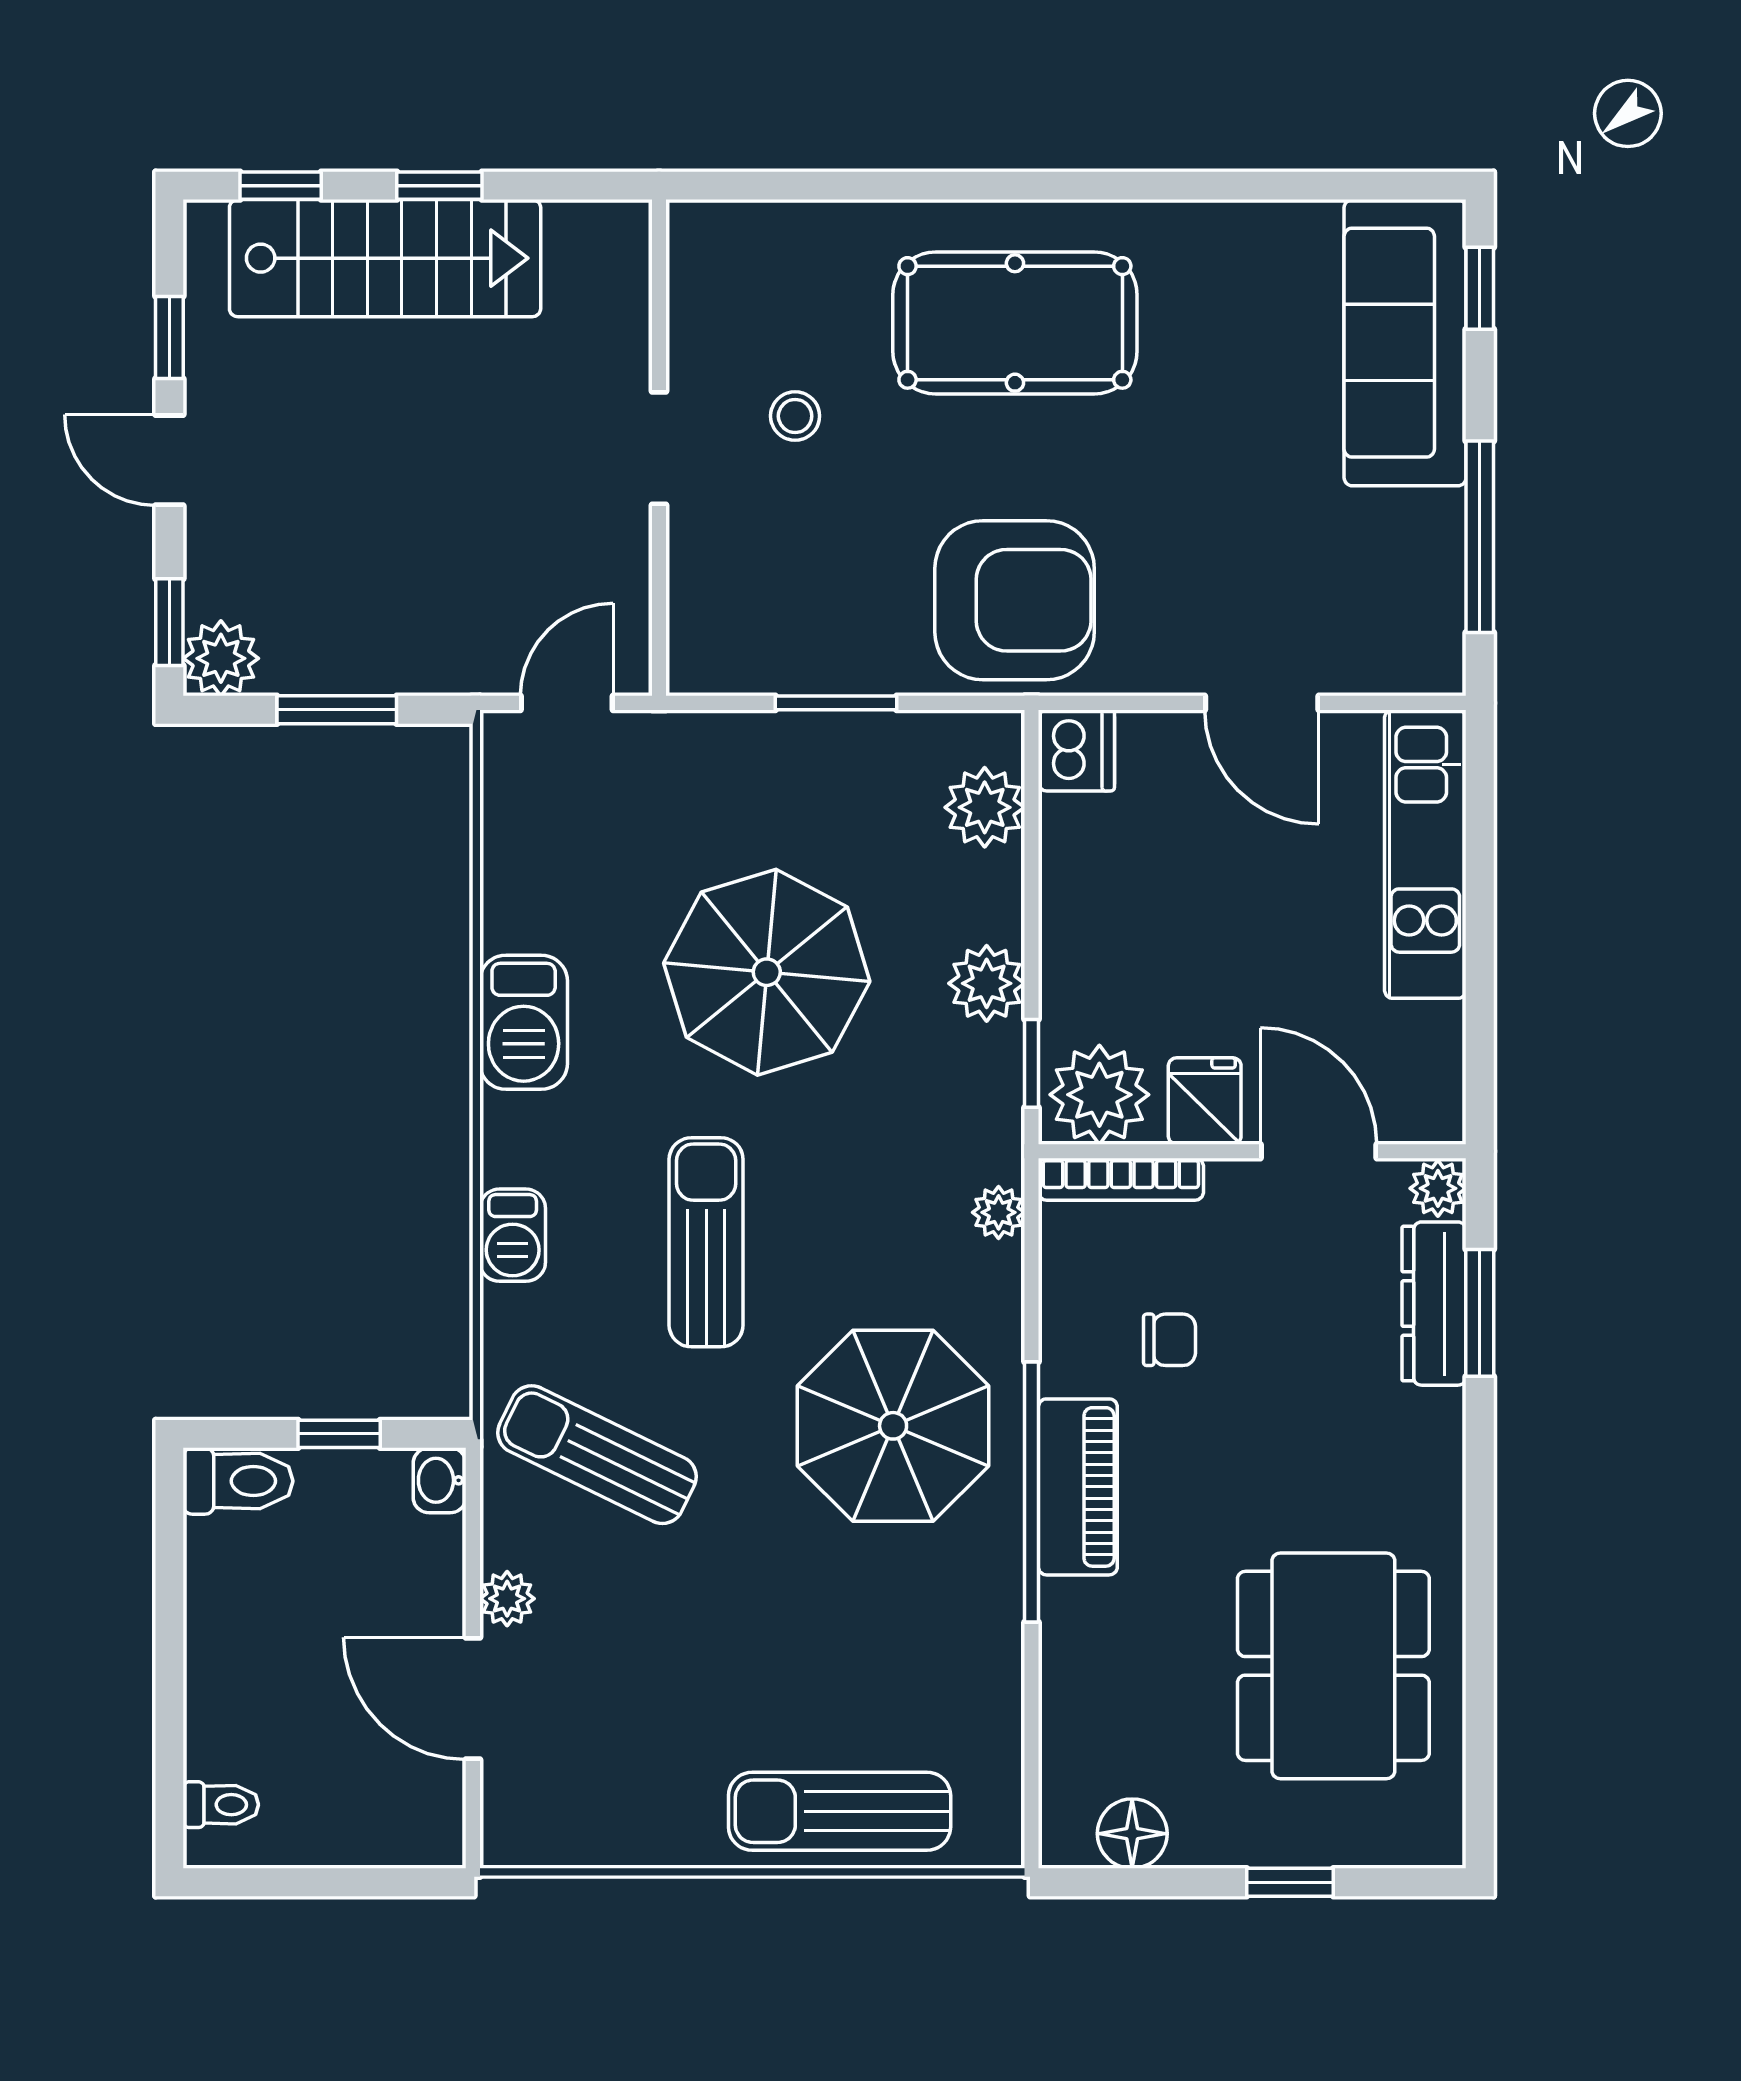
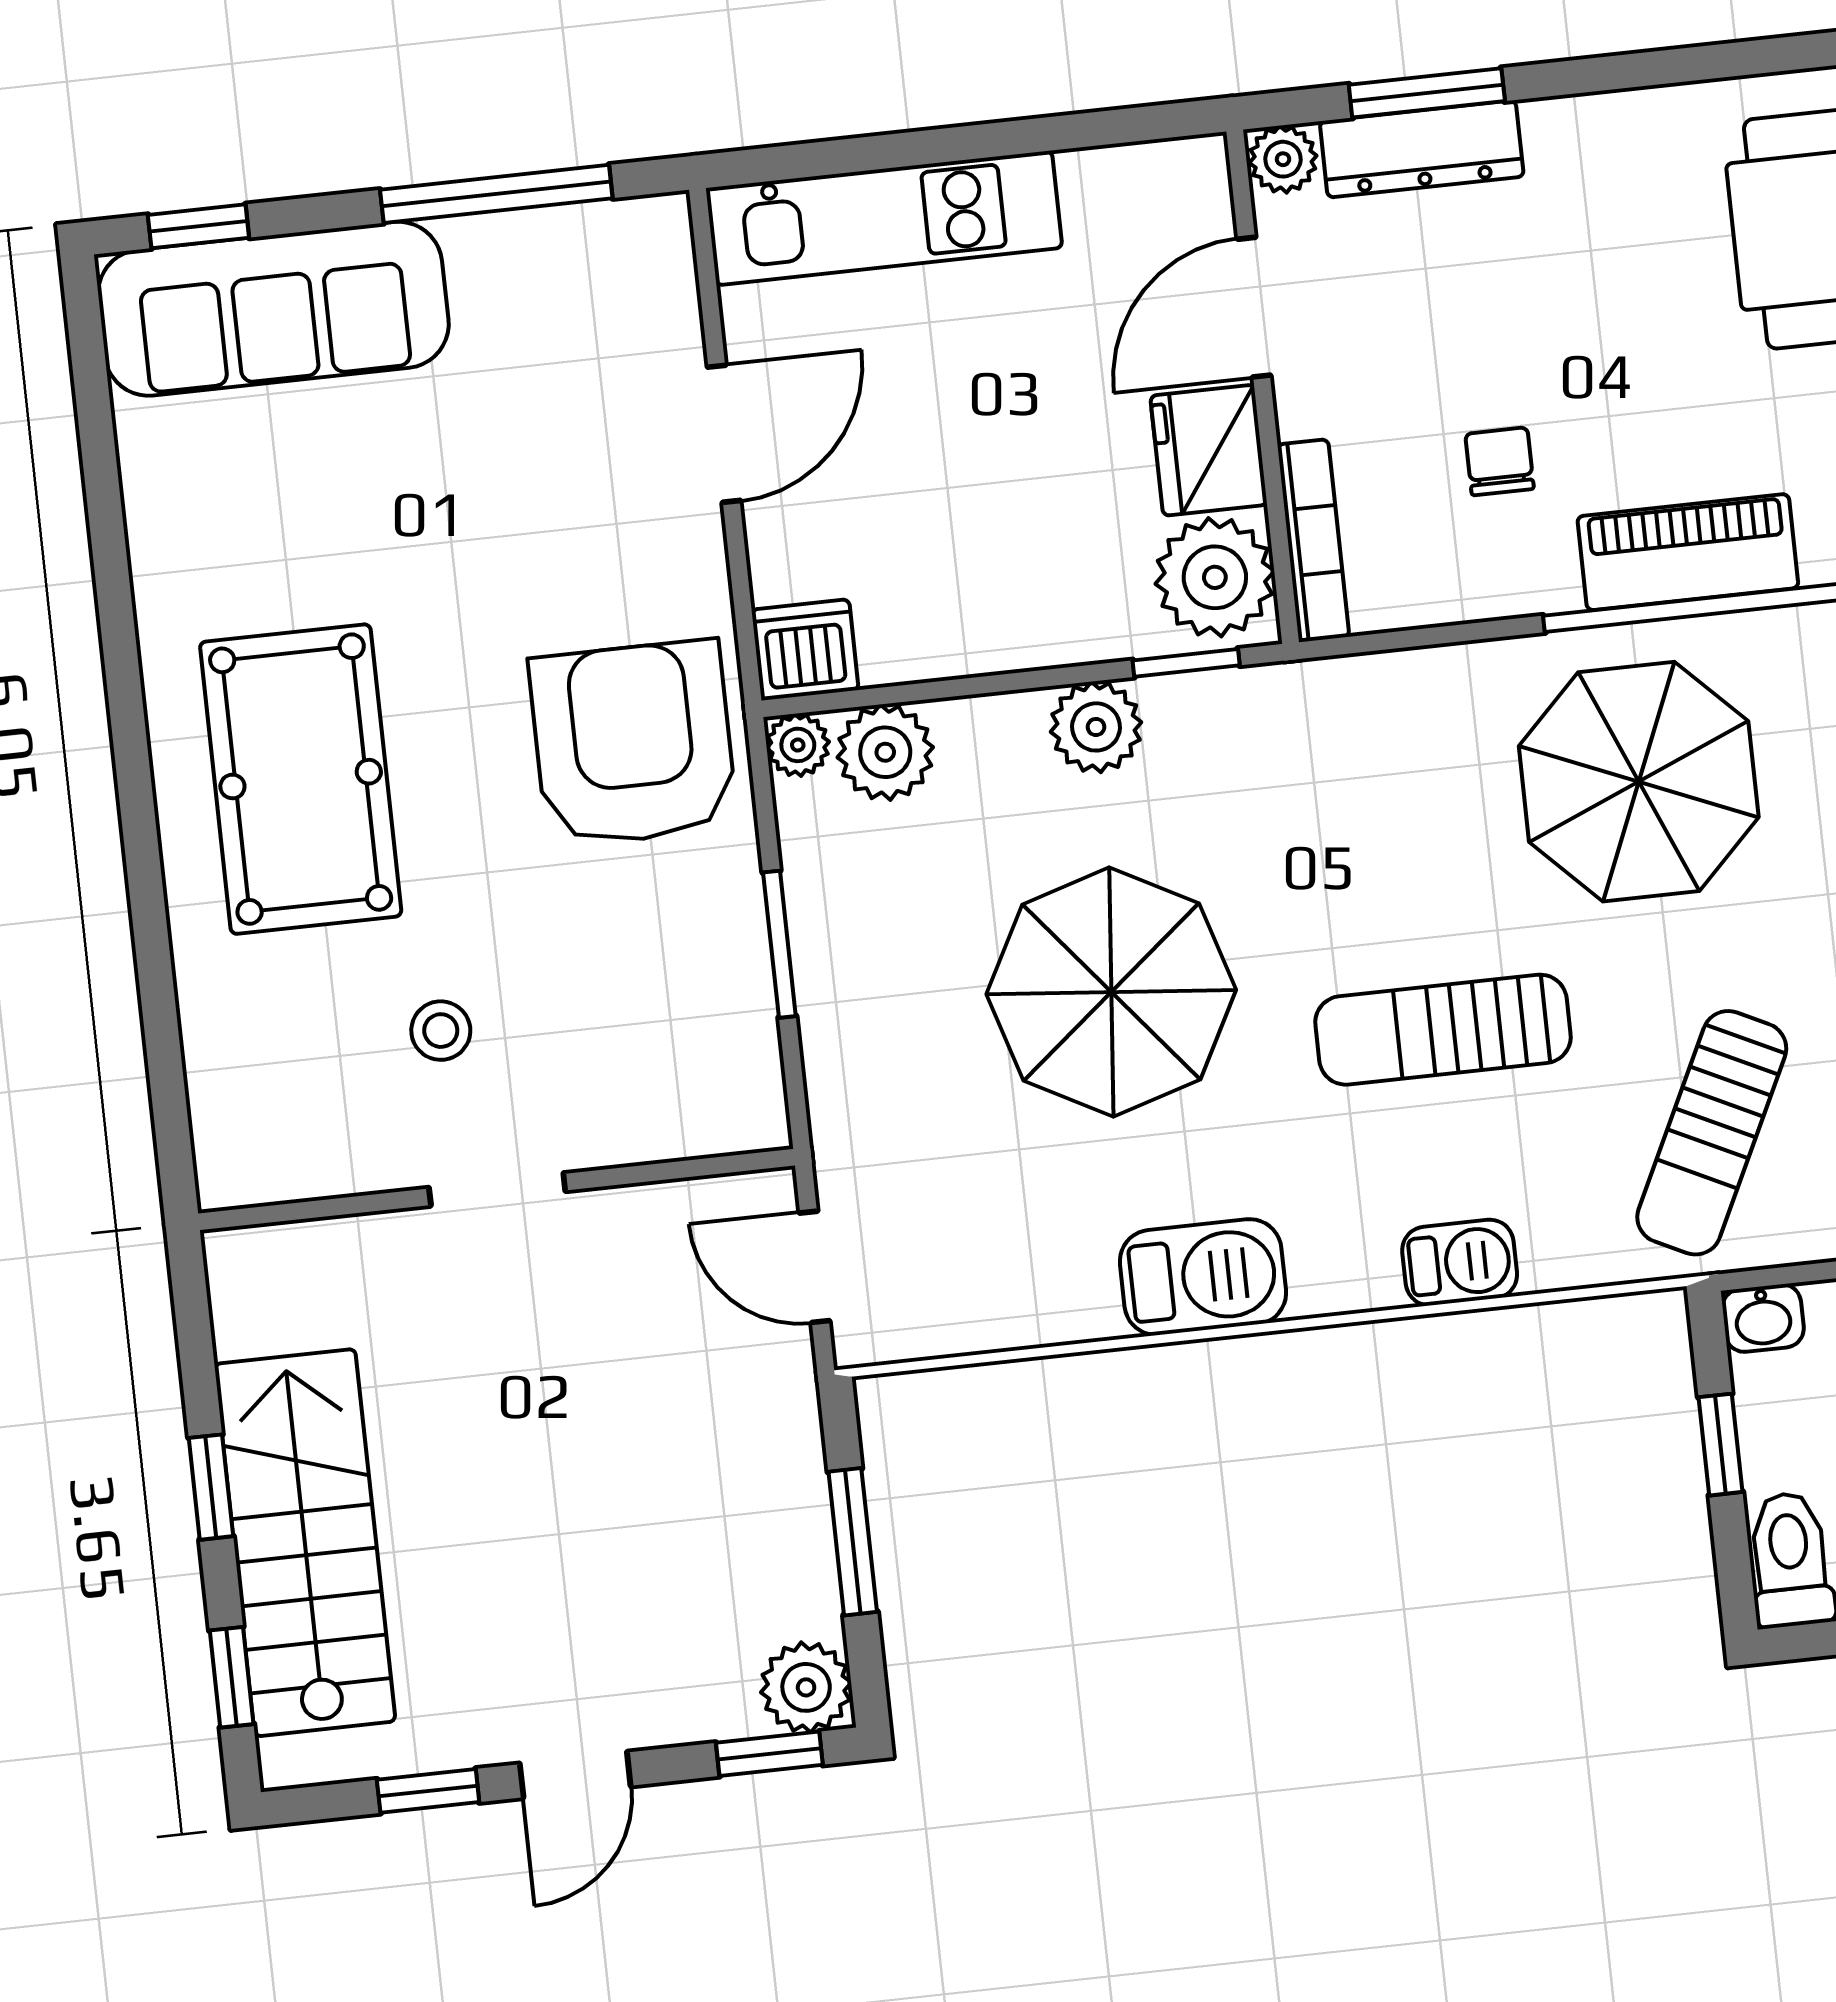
fridge: (1205, 1101) -> (1209, 450), width x1.38
plant: (999, 1212) -> (798, 745), moved

